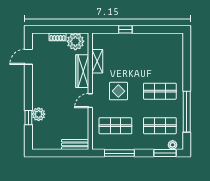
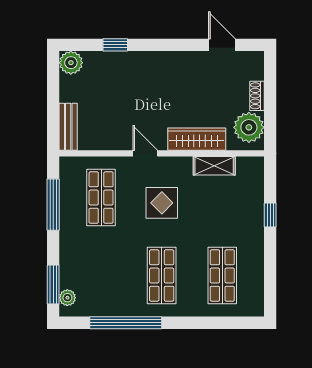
plant: (39, 114) -> (71, 63), moved
shop shelf: (160, 126) -> (222, 276), moved

